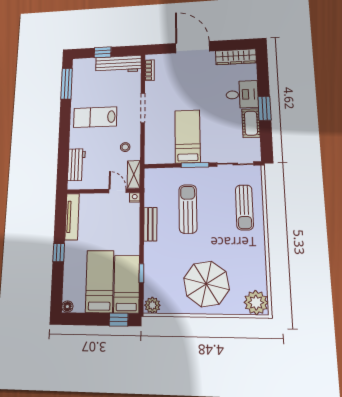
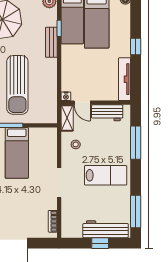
workbench: (118, 64) -> (106, 229), moved
window: (63, 151) -> (136, 143), added
workbench: (76, 165) -> (107, 113), moved, turned -90
sun lounger: (188, 209) -> (17, 85), width x1.36, depth x1.34
bench: (150, 224) -> (51, 42), moved

